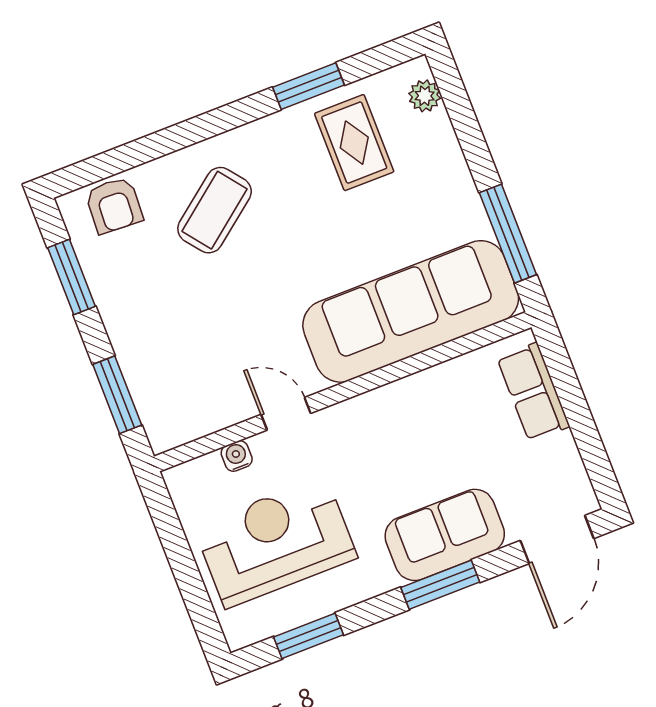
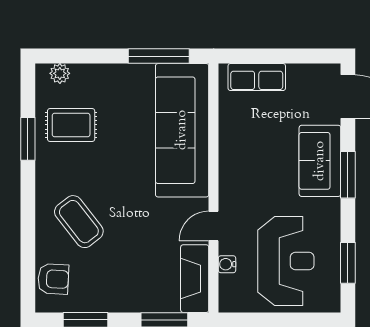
fireplace: (196, 416) -> (195, 279), added
reception desk: (275, 542) -> (286, 261), turned 180

